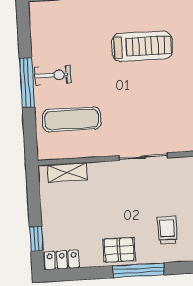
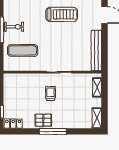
shelving: (67, 172) -> (19, 78), removed
trolley: (167, 230) -> (51, 93), moved

